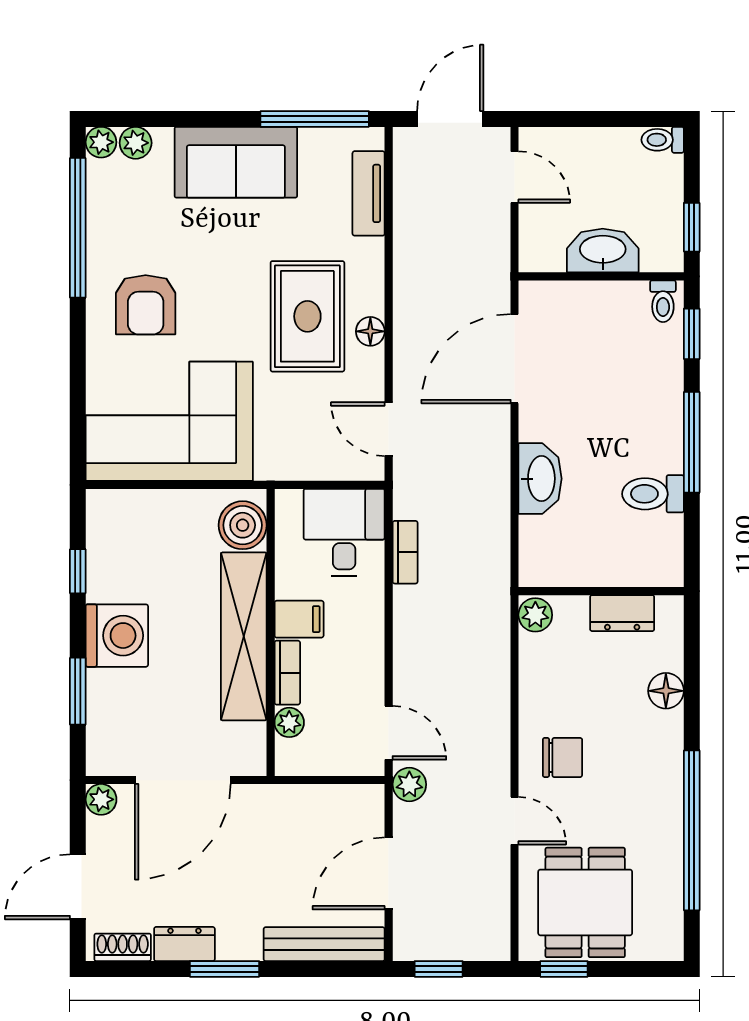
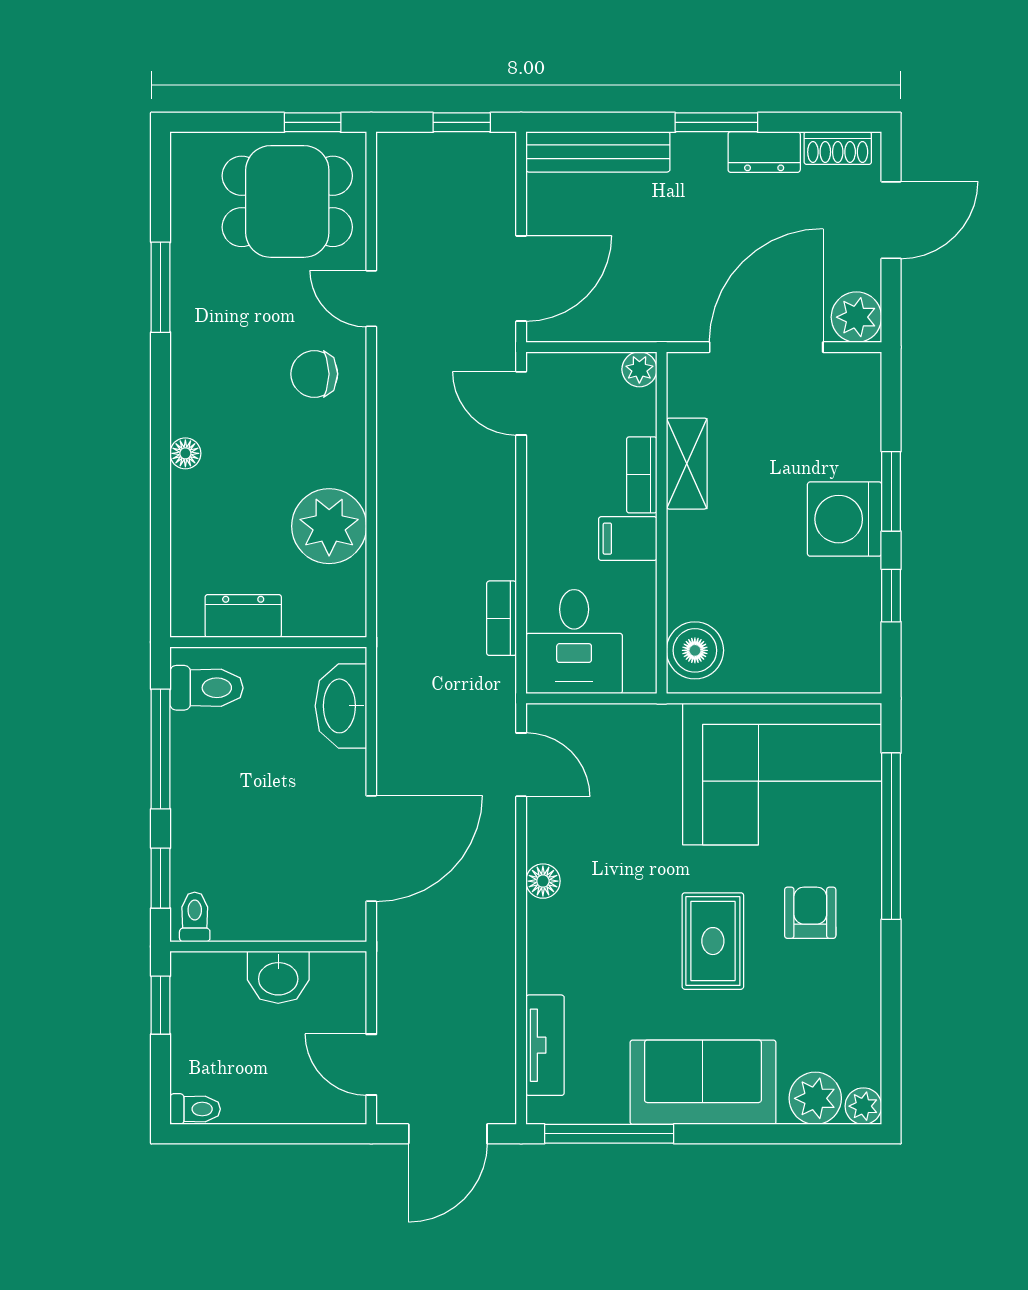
plant: (136, 143) -> (815, 1098), width x1.38, depth x1.38
window: (78, 228) -> (891, 836), moved
washbasin: (603, 251) -> (278, 977), width x0.72
armchair: (146, 305) -> (810, 913), width x0.72, depth x0.72
rug: (307, 316) -> (713, 941), moved, width x0.73, depth x0.70
wall: (601, 591) -> (268, 642), moved
dresser: (622, 613) -> (243, 616), moved
plant: (535, 615) -> (329, 526), width x1.88, depth x1.88
shelving: (244, 636) -> (687, 464), width x0.45, depth x0.75
window: (78, 691) -> (891, 491), moved
floor lamp: (666, 691) -> (185, 453), width x0.73, depth x0.73
plant: (289, 722) -> (639, 369), moved
plant: (409, 784) -> (496, 342), removed
plant: (101, 799) -> (856, 317), width x1.38, depth x1.38
window: (692, 830) -> (161, 287), width x0.47
door: (389, 873) -> (521, 278), moved
dining table: (585, 902) -> (287, 201), turned 90

